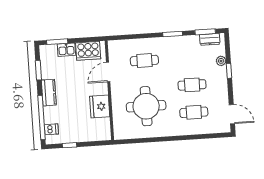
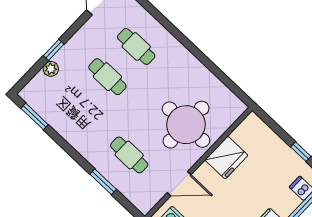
window: (173, 34) -> (103, 182), moved
dresser: (210, 39) -> (38, 104), removed
round table: (146, 106) -> (186, 125), moved

